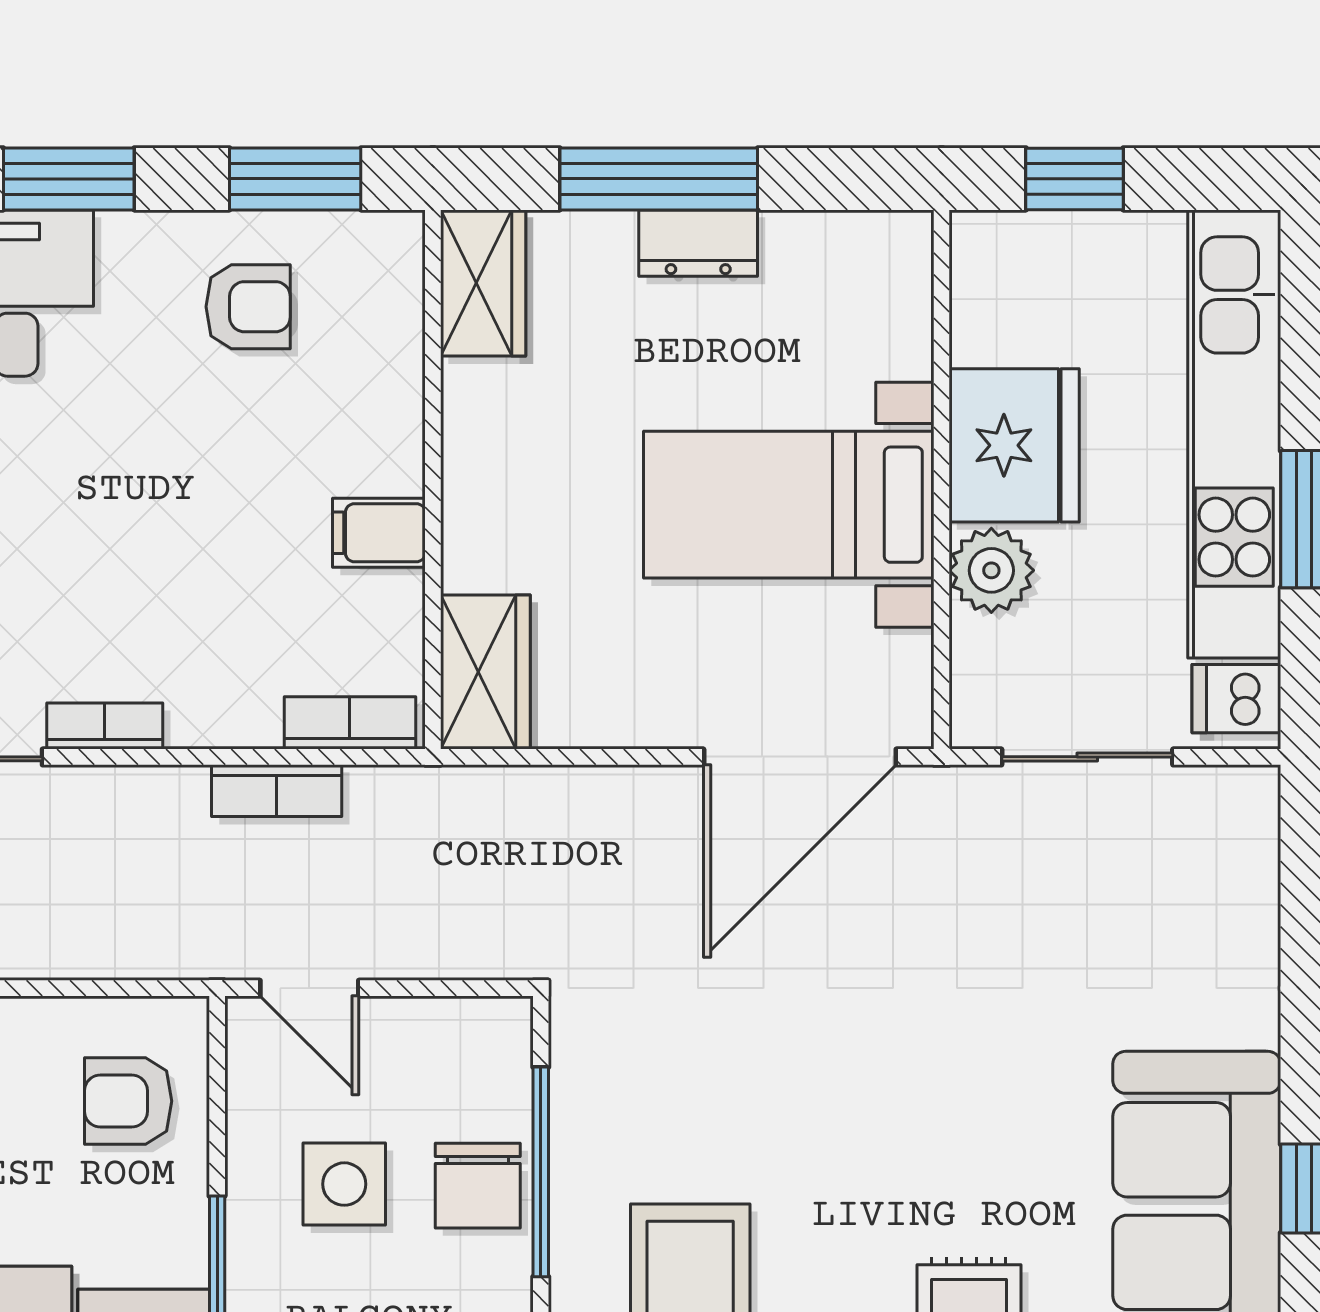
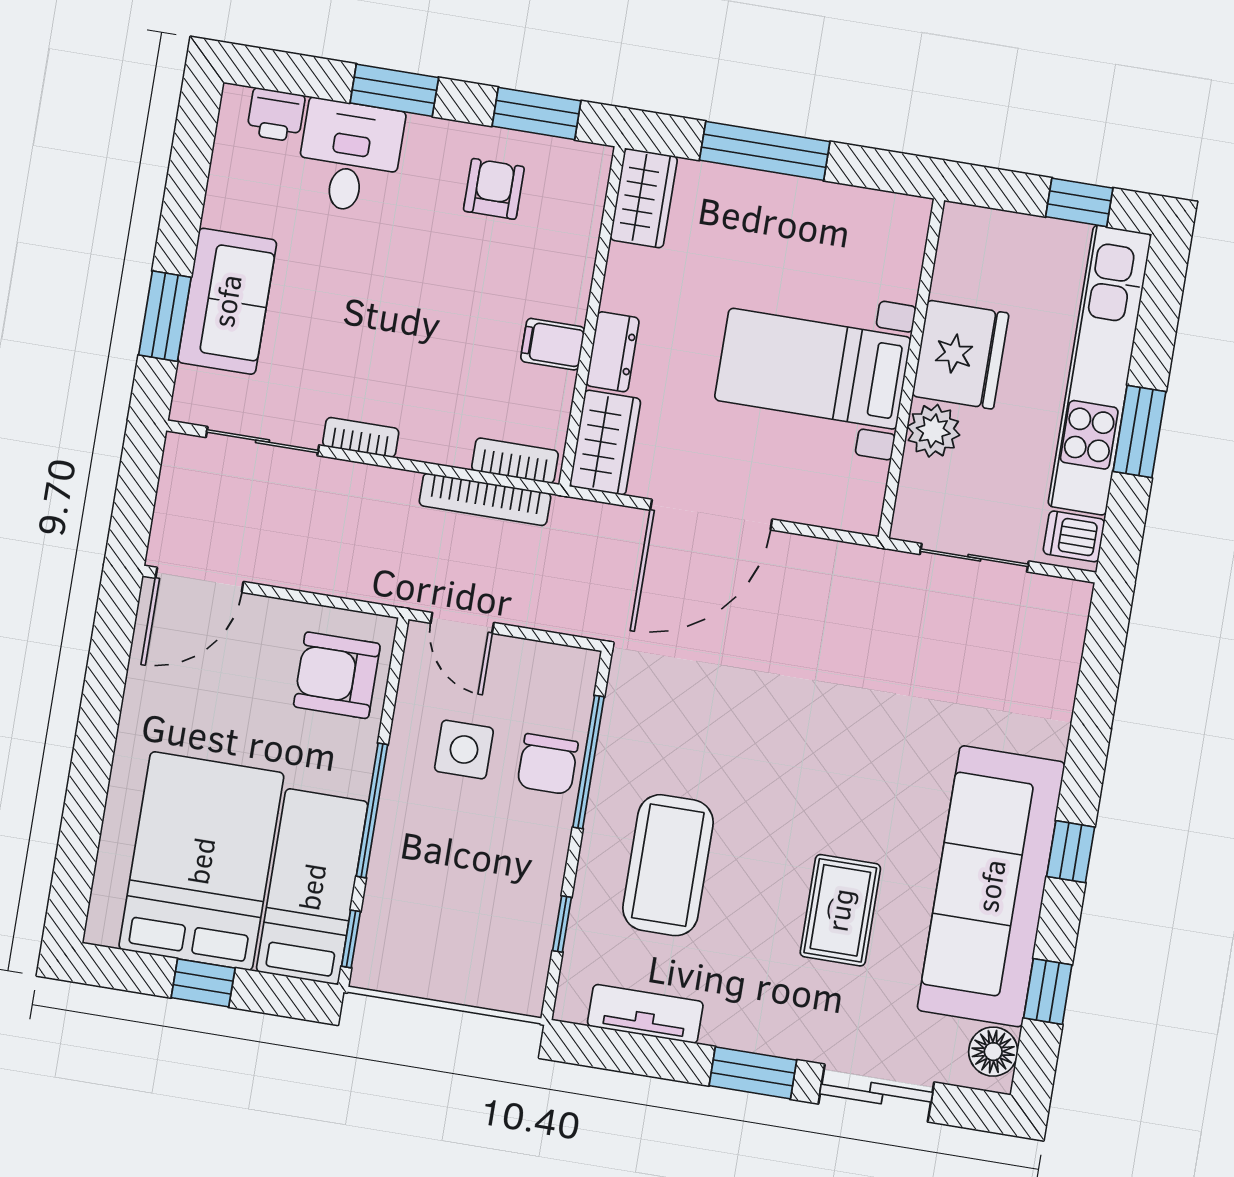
window: (1075, 179) -> (1079, 202), moved
dresser: (698, 243) -> (613, 352), moved, turned -90
armchair: (248, 307) -> (494, 189), turned -90
door: (800, 757) -> (711, 515), moved
bookcase: (277, 791) -> (485, 499), width x1.56
armchair: (128, 1101) -> (337, 675), width x1.38, depth x1.38

